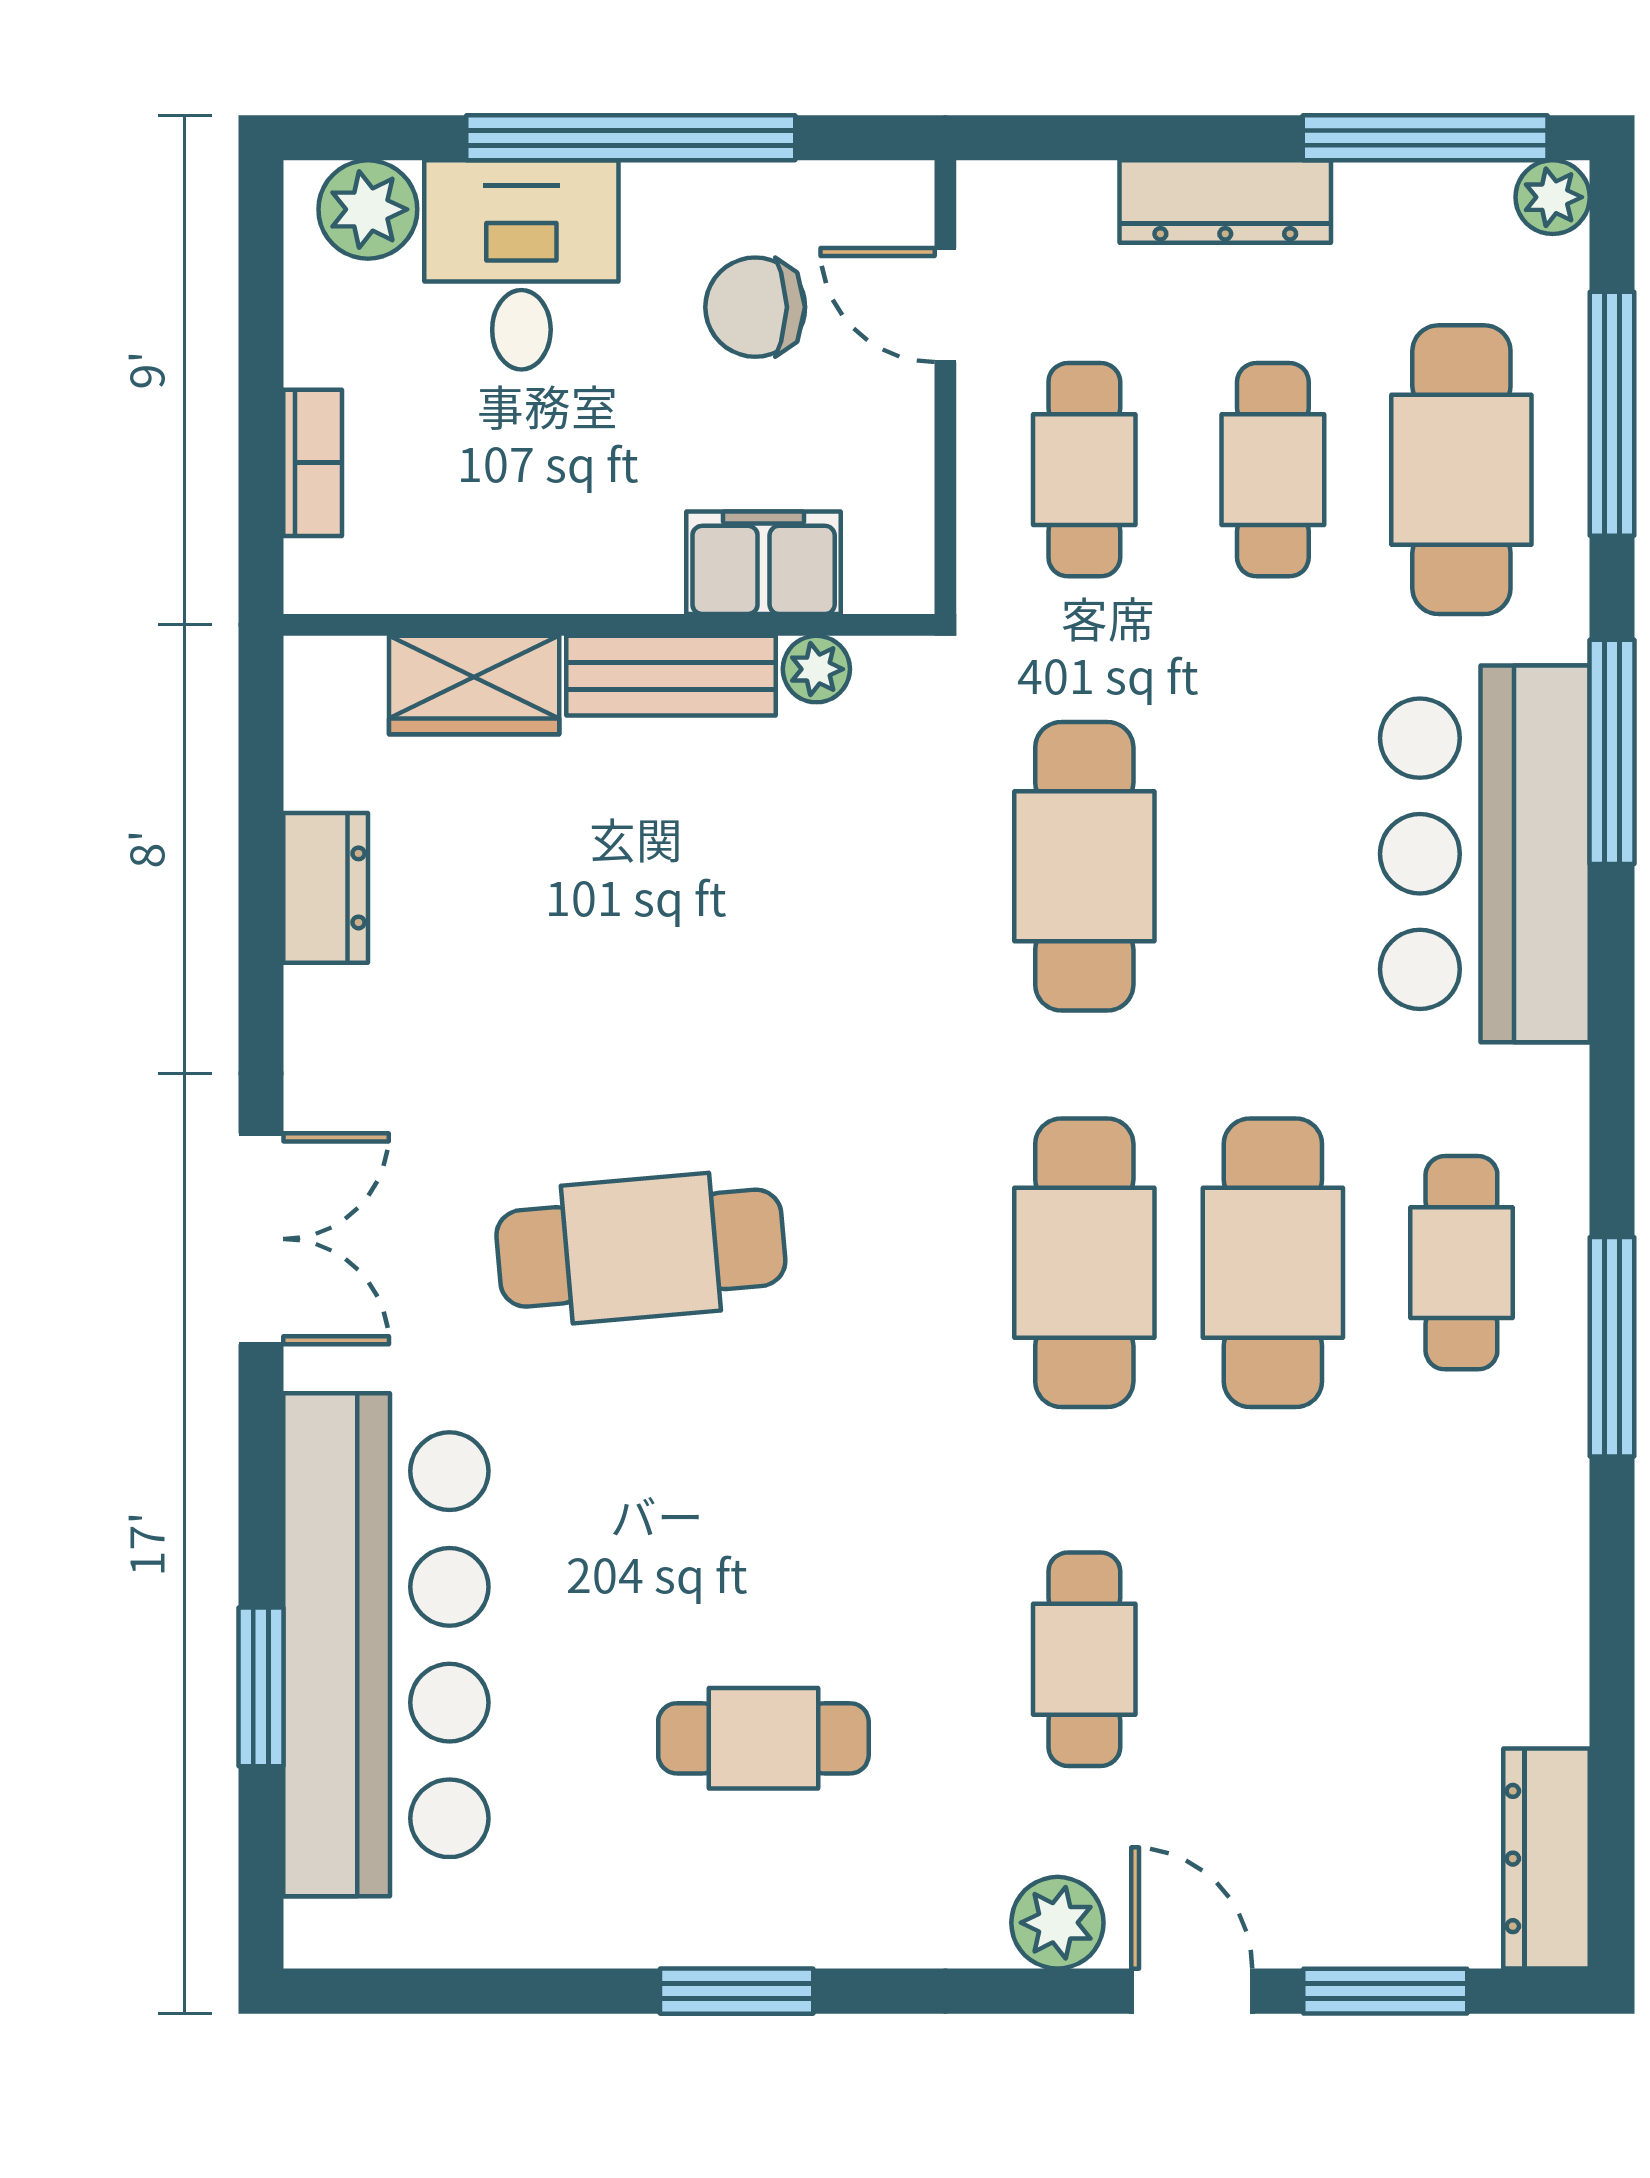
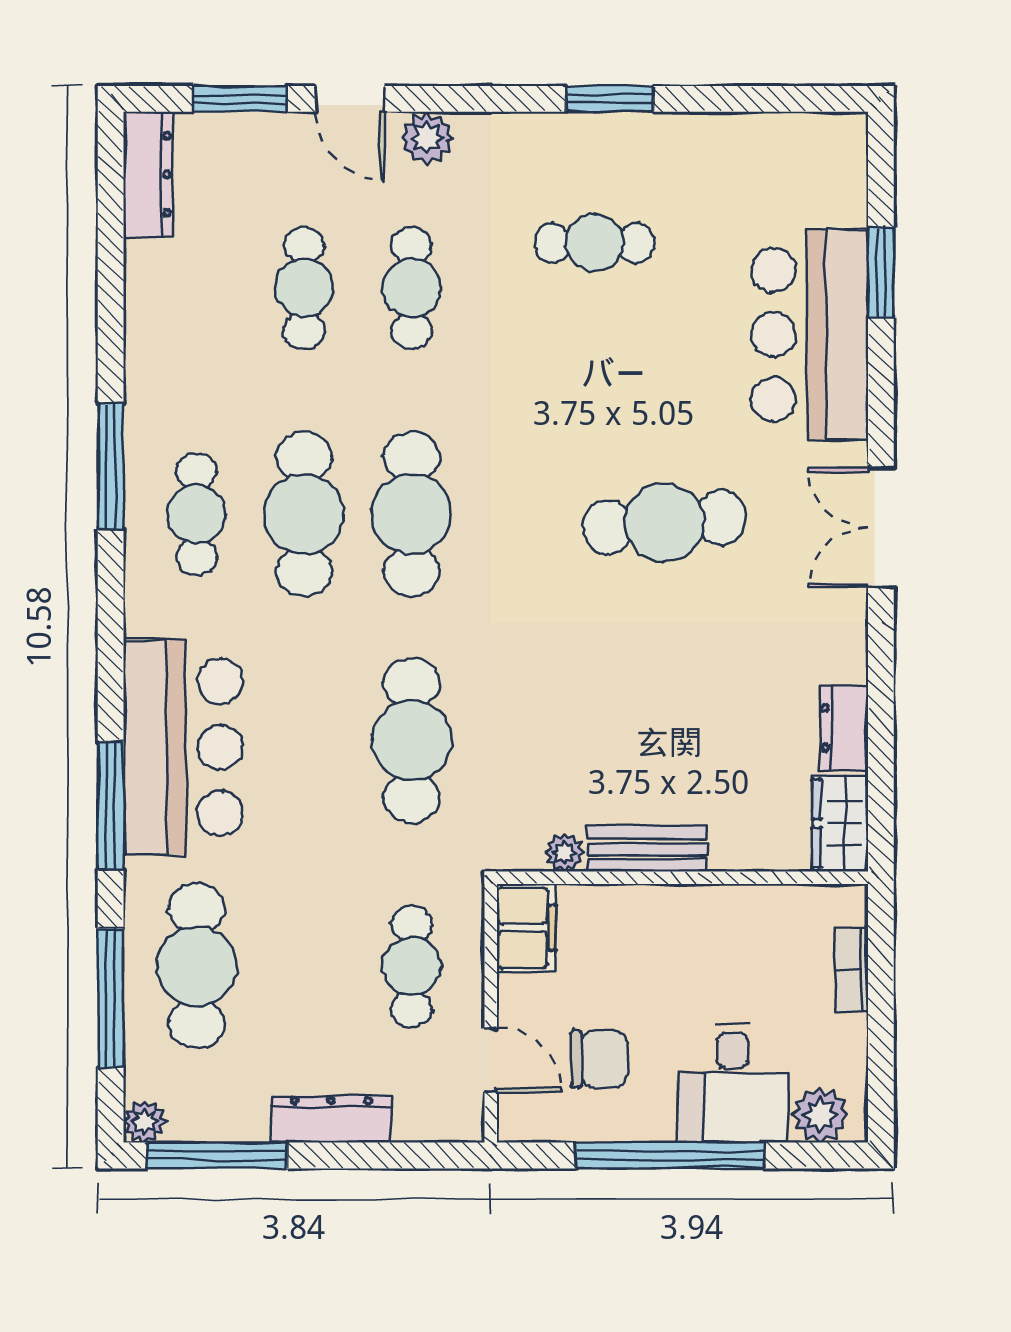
cafe table: (1273, 470) -> (304, 288), moved
filing cabinet: (764, 563) -> (526, 928), moved, turned -90
wardrobe: (474, 685) -> (840, 823), moved, turned -90
bar counter: (386, 1645) -> (810, 335), width x0.73

